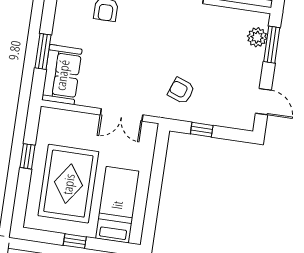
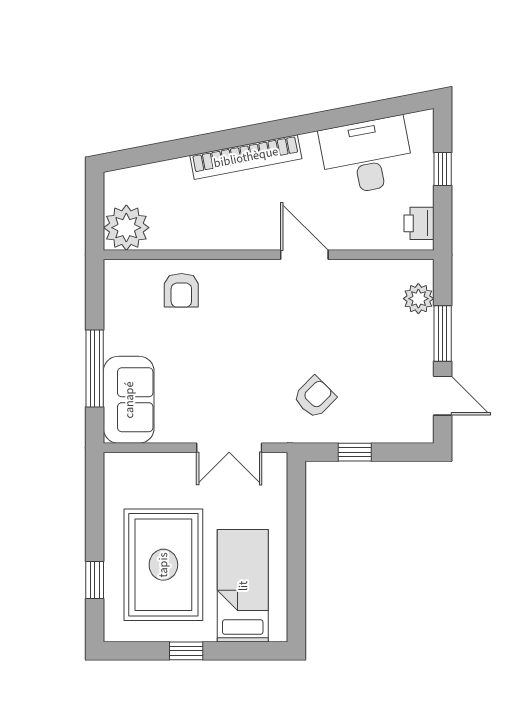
window: (272, 45) -> (443, 333), moved
window: (43, 51) -> (95, 369), width x1.44
armchair: (181, 91) -> (315, 397), turned 115
window: (27, 156) -> (95, 580), moved

